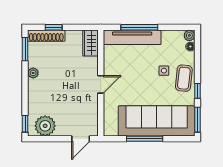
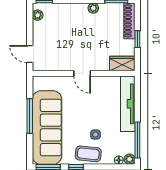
window: (54, 27) -> (137, 39), moved
window: (139, 27) -> (137, 140), moved
plant: (45, 126) -> (38, 15), width x0.53, depth x0.53

